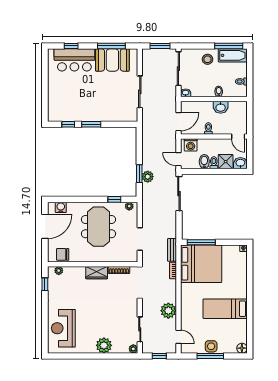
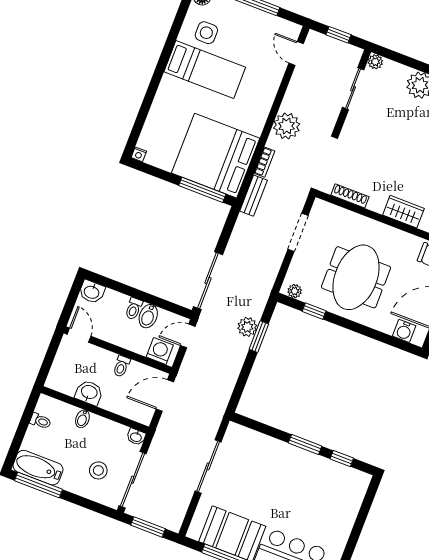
stool: (207, 59) -> (98, 470), moved
door: (178, 159) -> (188, 336), swing flipped
shower: (226, 162) -> (114, 303), removed
wardrobe: (97, 273) -> (403, 212), moved
plant: (168, 311) -> (287, 126), moved
side table: (211, 346) -> (206, 33), moved

